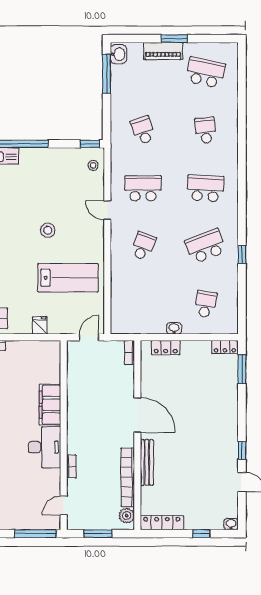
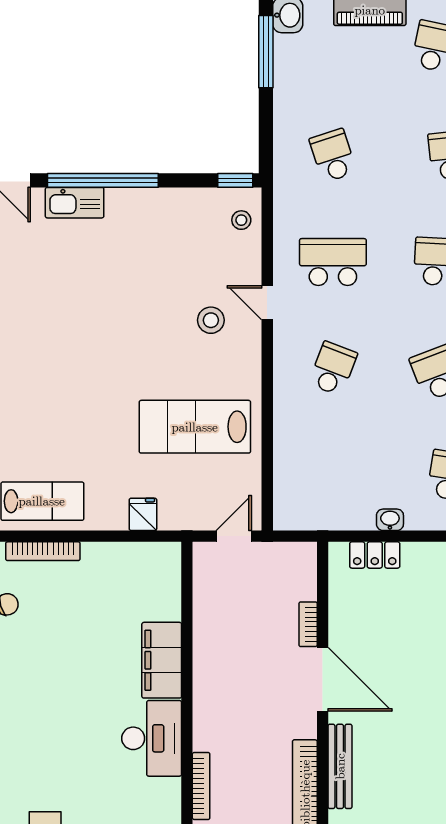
stool: (48, 230) -> (211, 320), moved
lab bench: (68, 278) -> (195, 427), turned 180
bookcase: (129, 352) -> (308, 624), moved
bookcase: (71, 466) -> (201, 786), width x1.56

